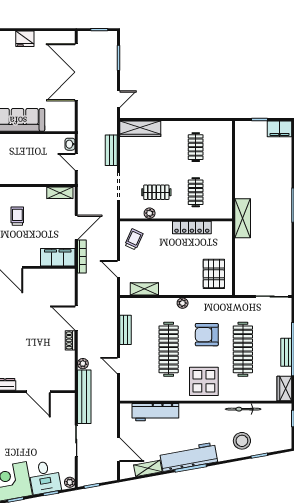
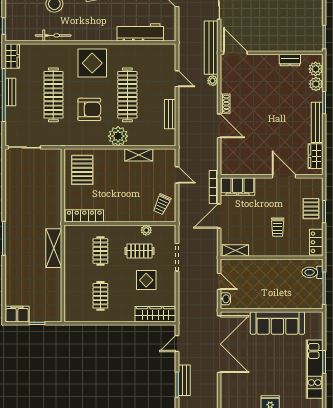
double door: (76, 72) -> (219, 344), moved
bench: (111, 150) -> (184, 380), moved
display table: (150, 163) -> (146, 280), added
shelving: (243, 218) -> (54, 248), moved
locker: (192, 228) -> (84, 216), moved
shelving: (144, 289) -> (139, 155), moved
plant: (183, 303) -> (118, 136), width x1.88, depth x1.88
door: (38, 392) -> (235, 53), moved

